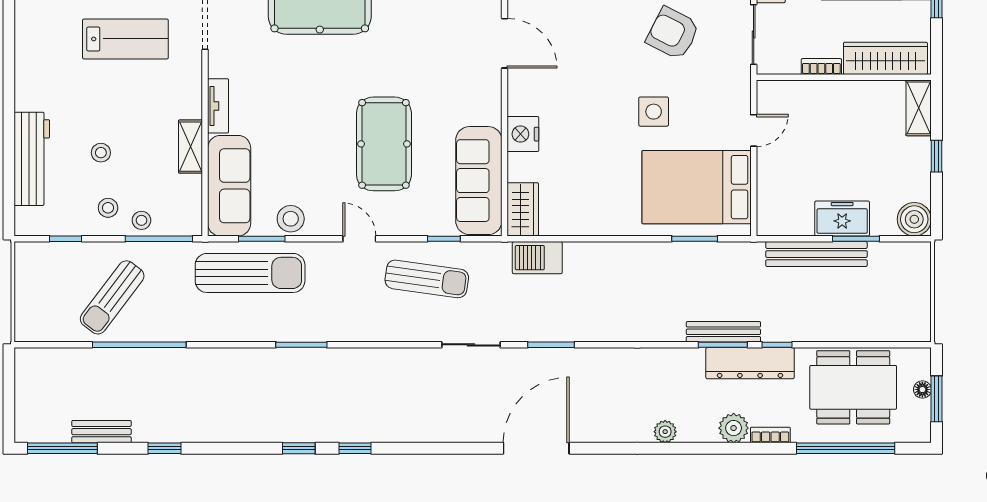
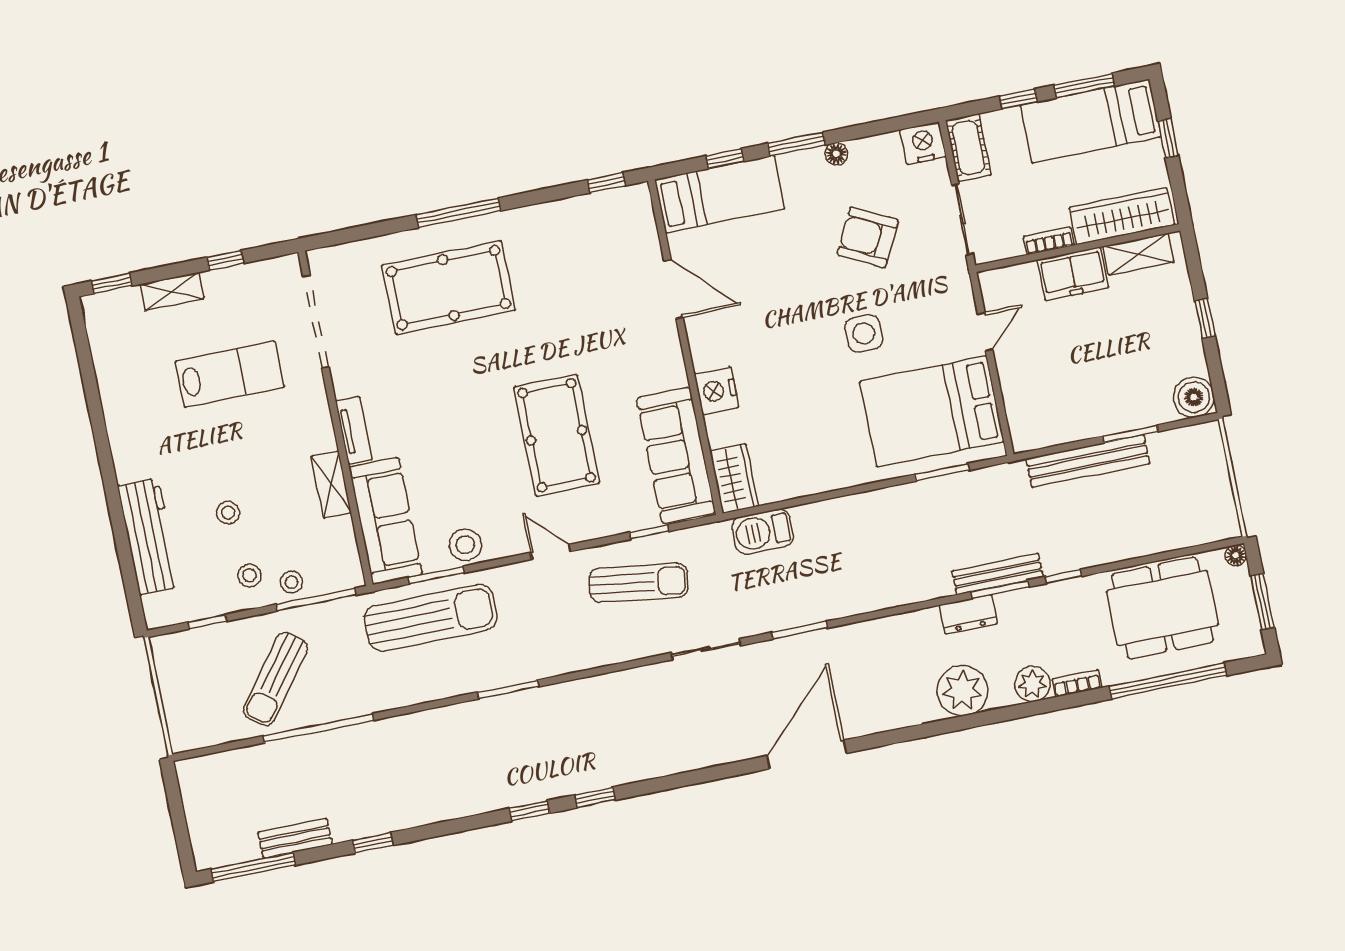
shelving: (919, 108) -> (1138, 254), moved, turned 90
freezer: (842, 219) -> (1073, 274), moved, turned 180
dresser: (750, 363) -> (968, 614), moved, width x0.51, depth x0.80
floor lamp: (922, 390) -> (1236, 555), moved
plant: (665, 432) -> (962, 691), width x1.88, depth x1.88

